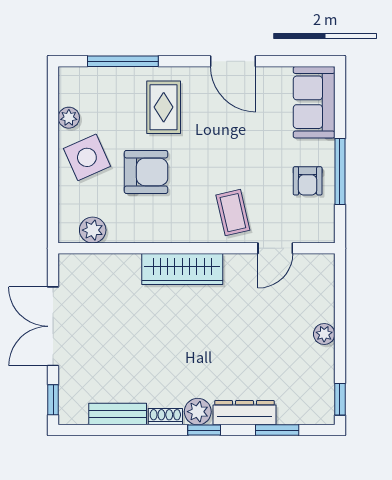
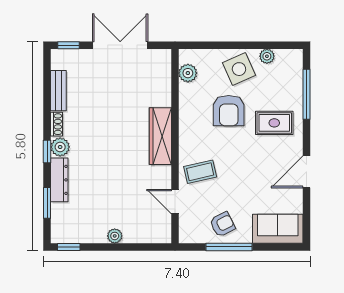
armchair: (308, 181) -> (222, 224), turned 153

